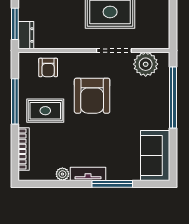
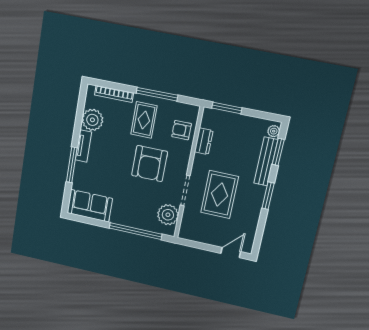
dresser: (26, 35) -> (204, 141), moved, turned -90
armchair: (92, 96) -> (150, 164), turned -90
plant: (62, 174) -> (92, 120), width x1.87, depth x1.87

